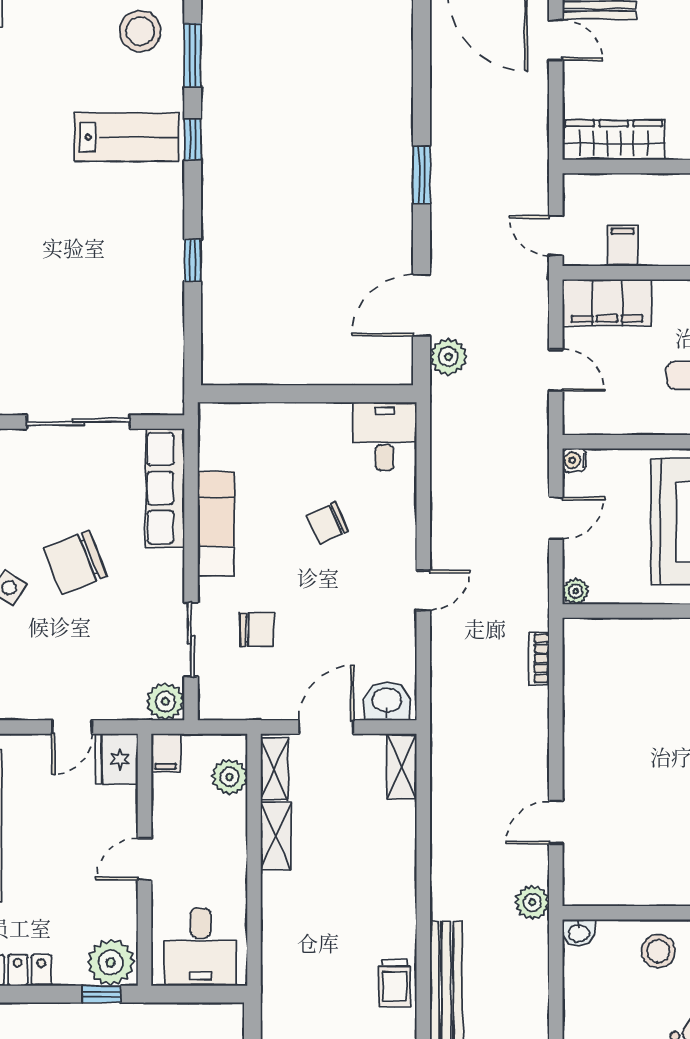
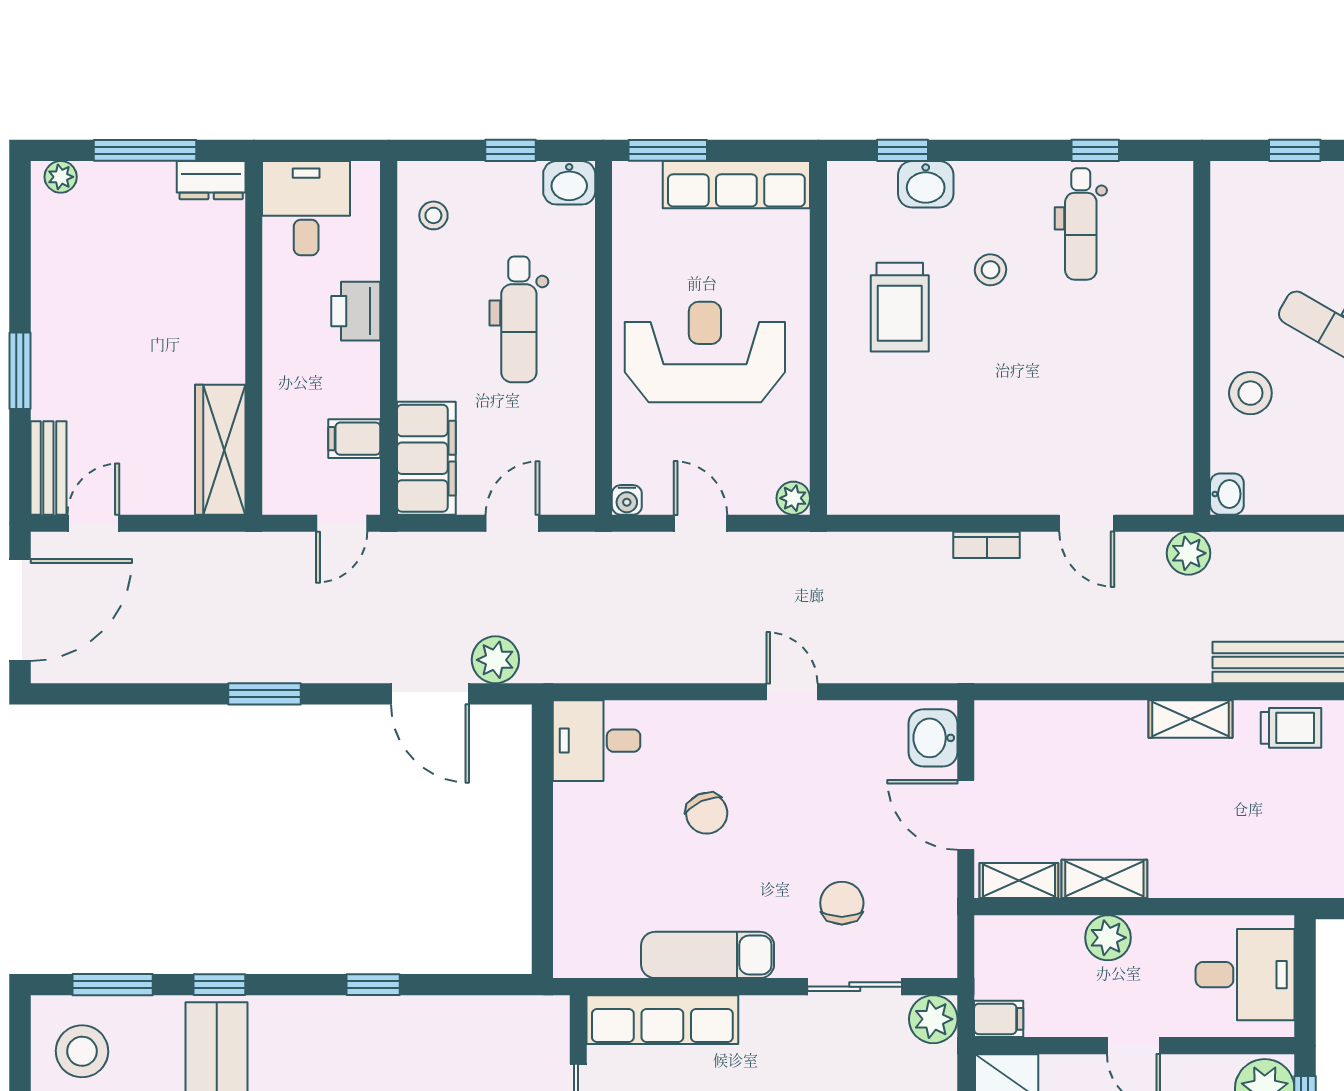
bookcase: (539, 658) -> (987, 545), moved
shelving: (402, 767) -> (1191, 719), moved
plant: (230, 777) -> (1108, 938), moved

